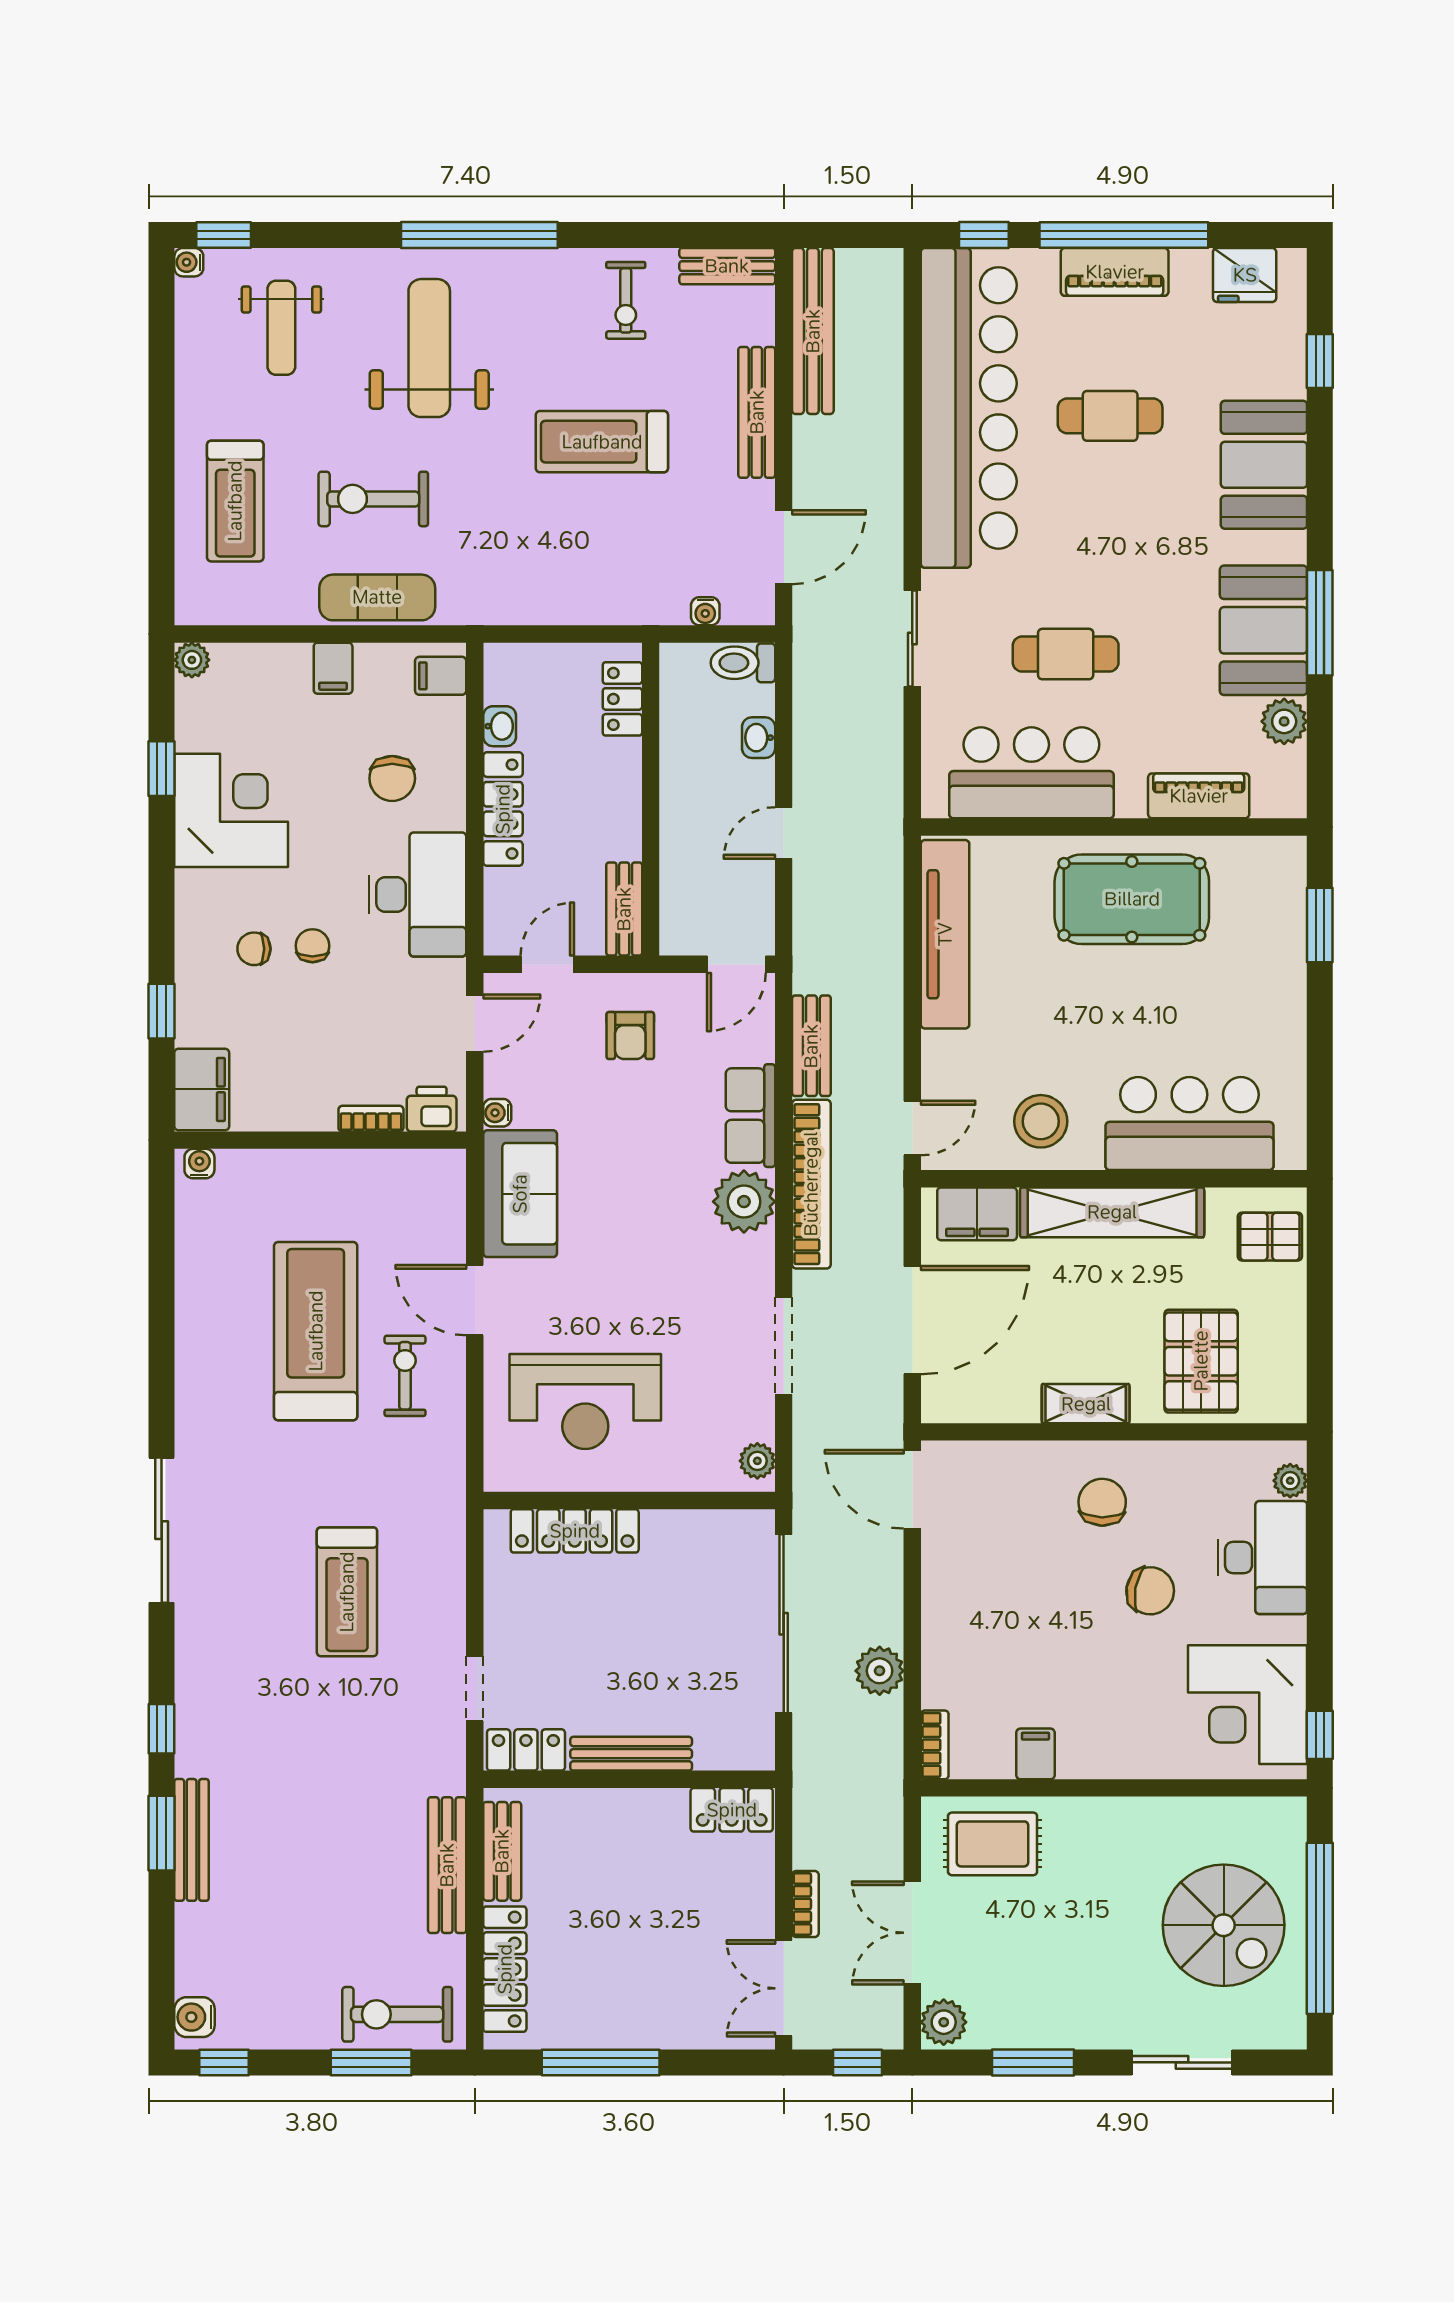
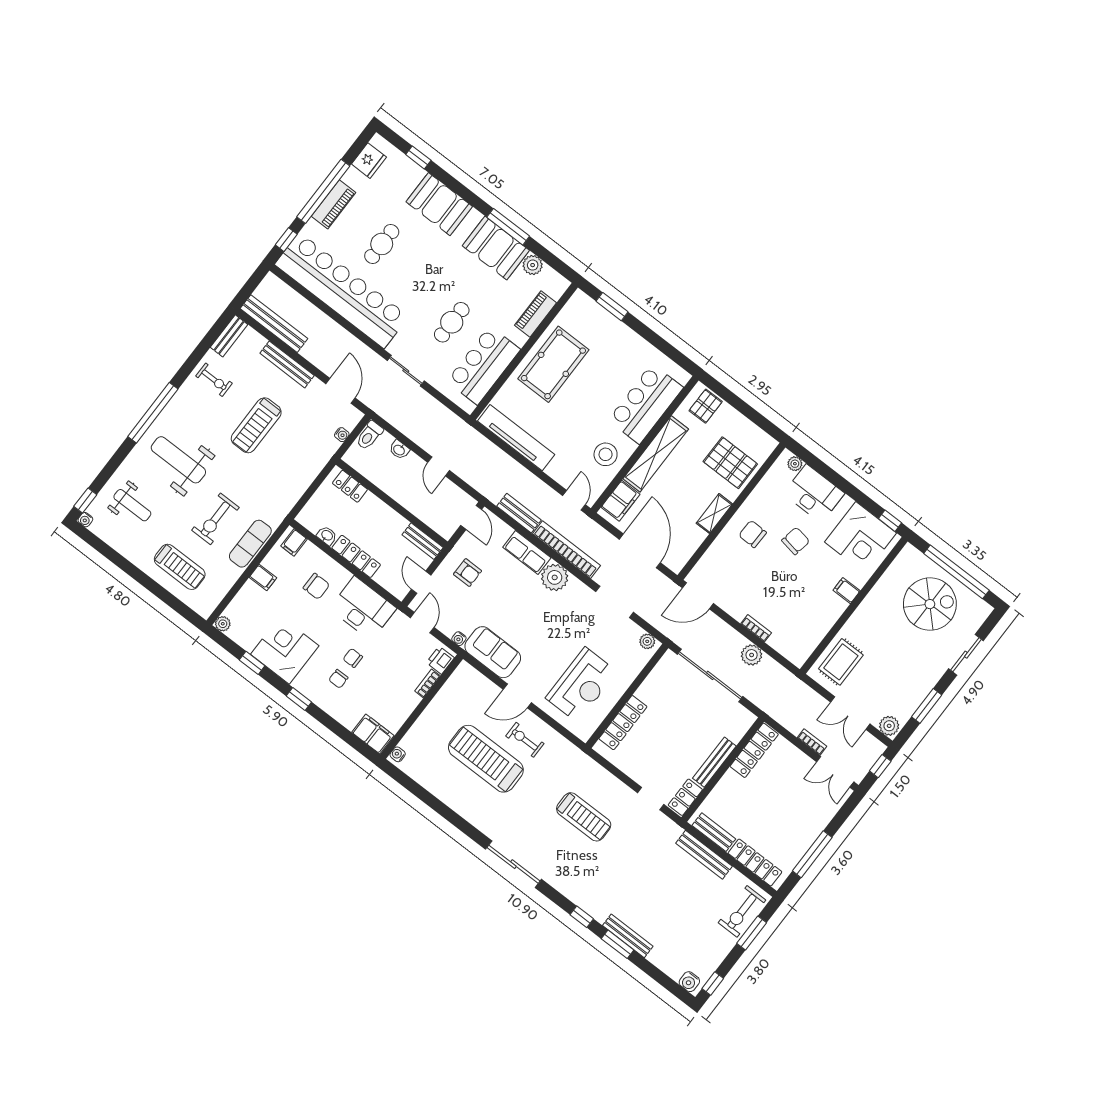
window: (162, 1011) -> (299, 699), moved
bookcase: (935, 1745) -> (756, 628), moved
filing cabinet: (1035, 1754) -> (847, 591), moved
locker: (732, 1810) -> (754, 750), width x1.53

